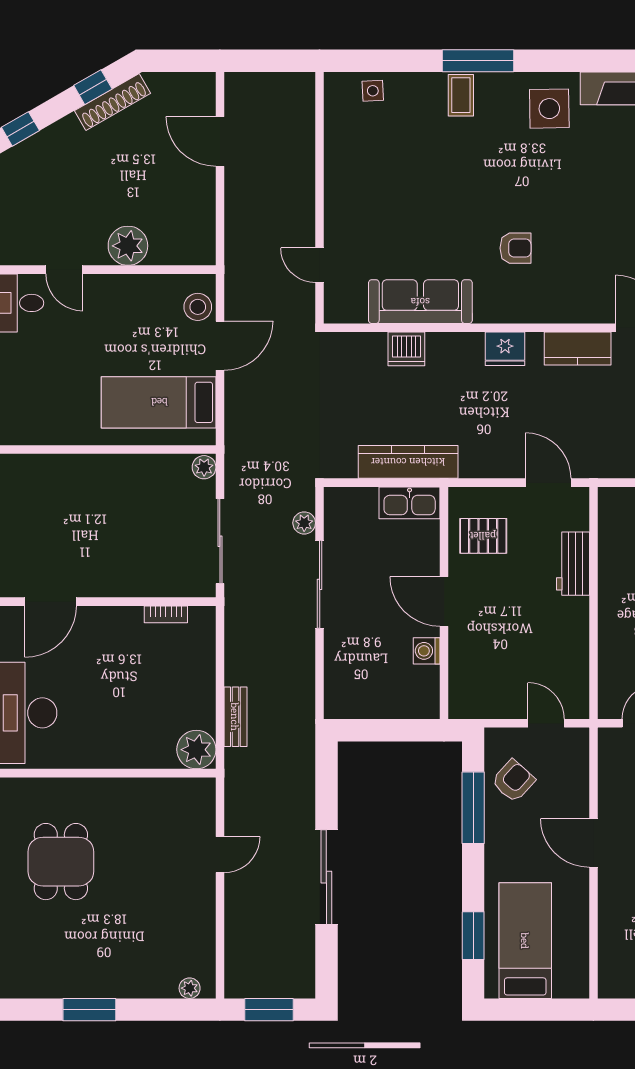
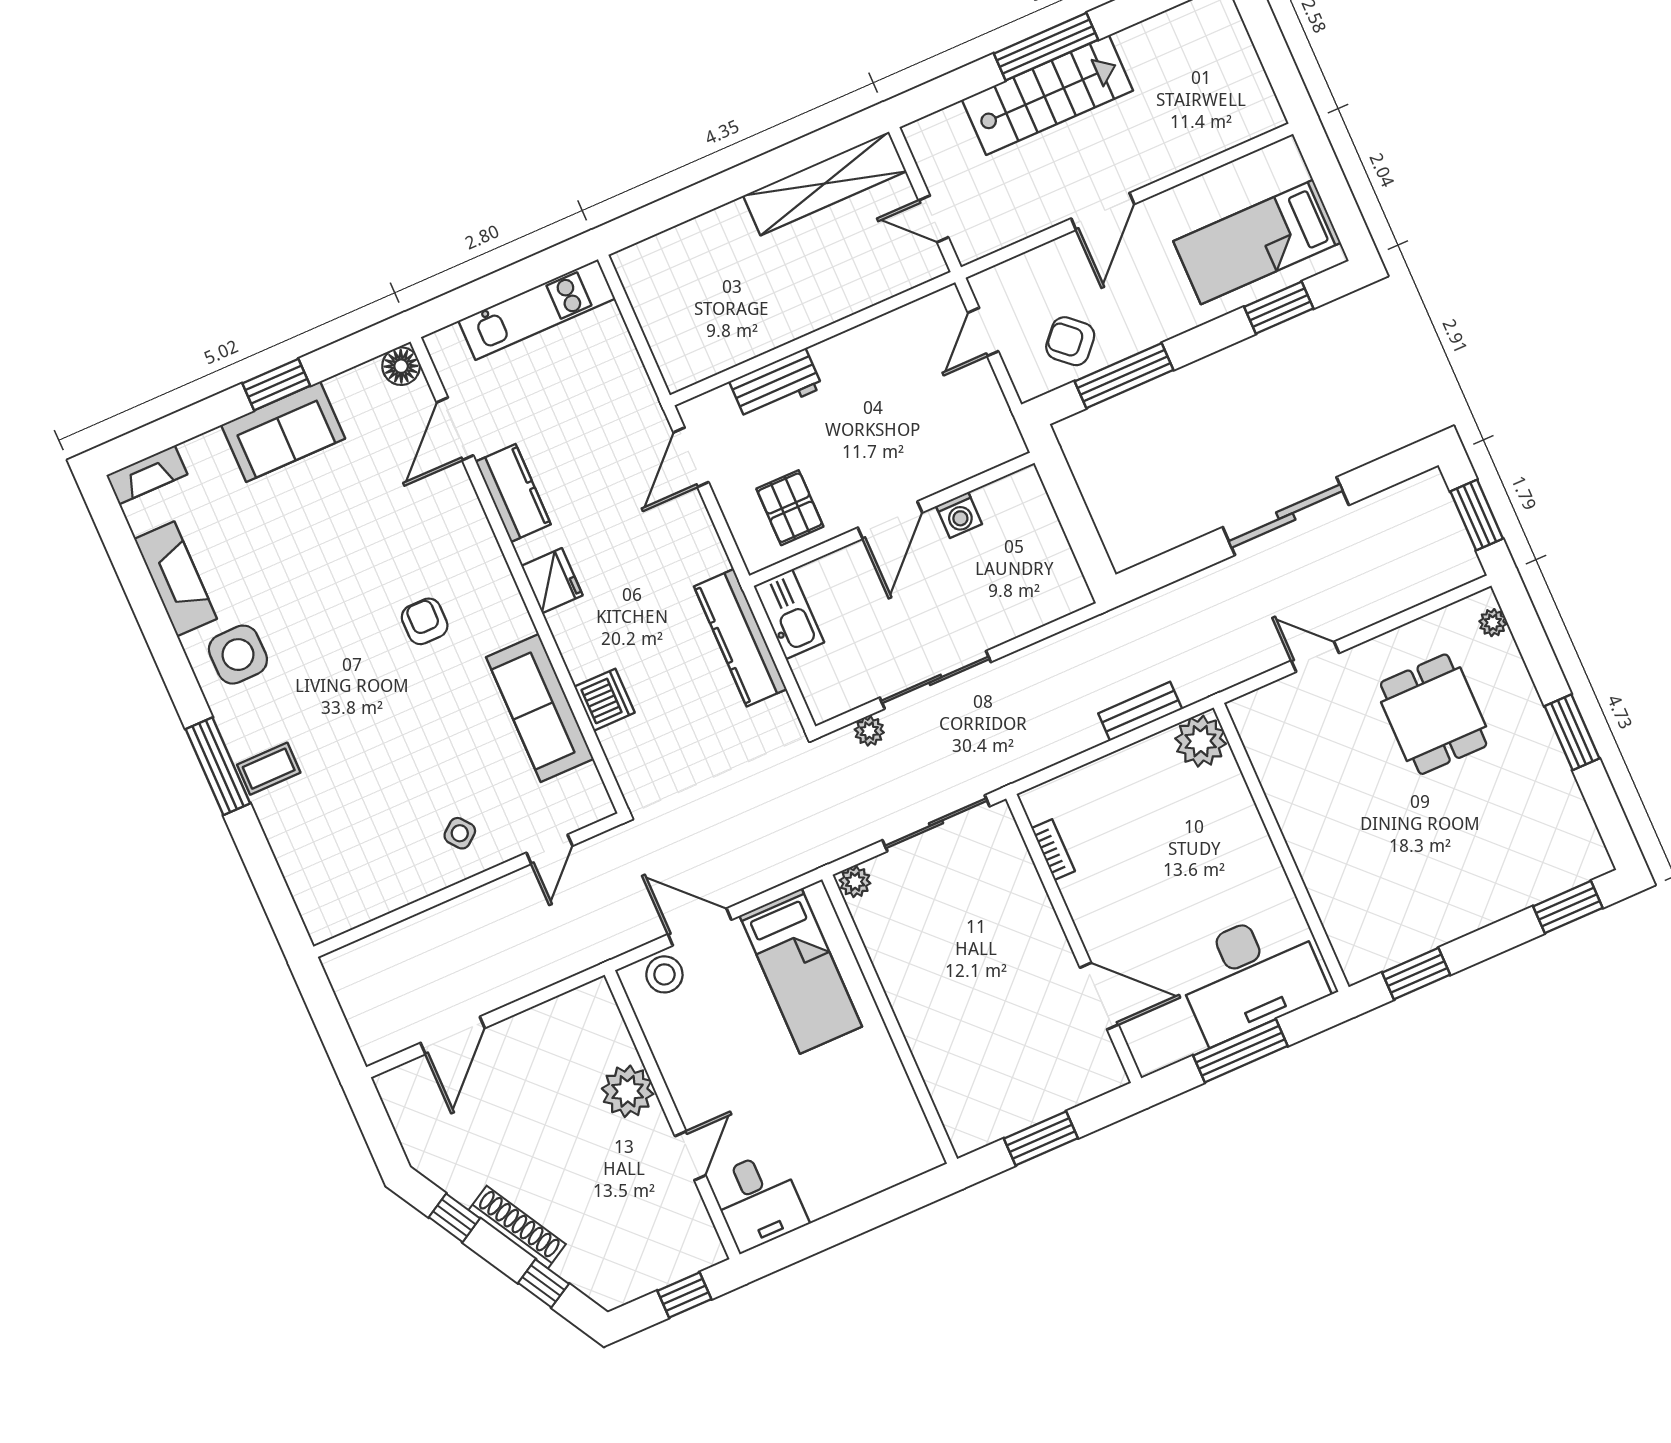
side table: (373, 91) -> (460, 833), moved, turned -36
shoe rack: (113, 102) -> (517, 1227), moved
dining table: (61, 862) -> (1434, 714), moved, turned 90

